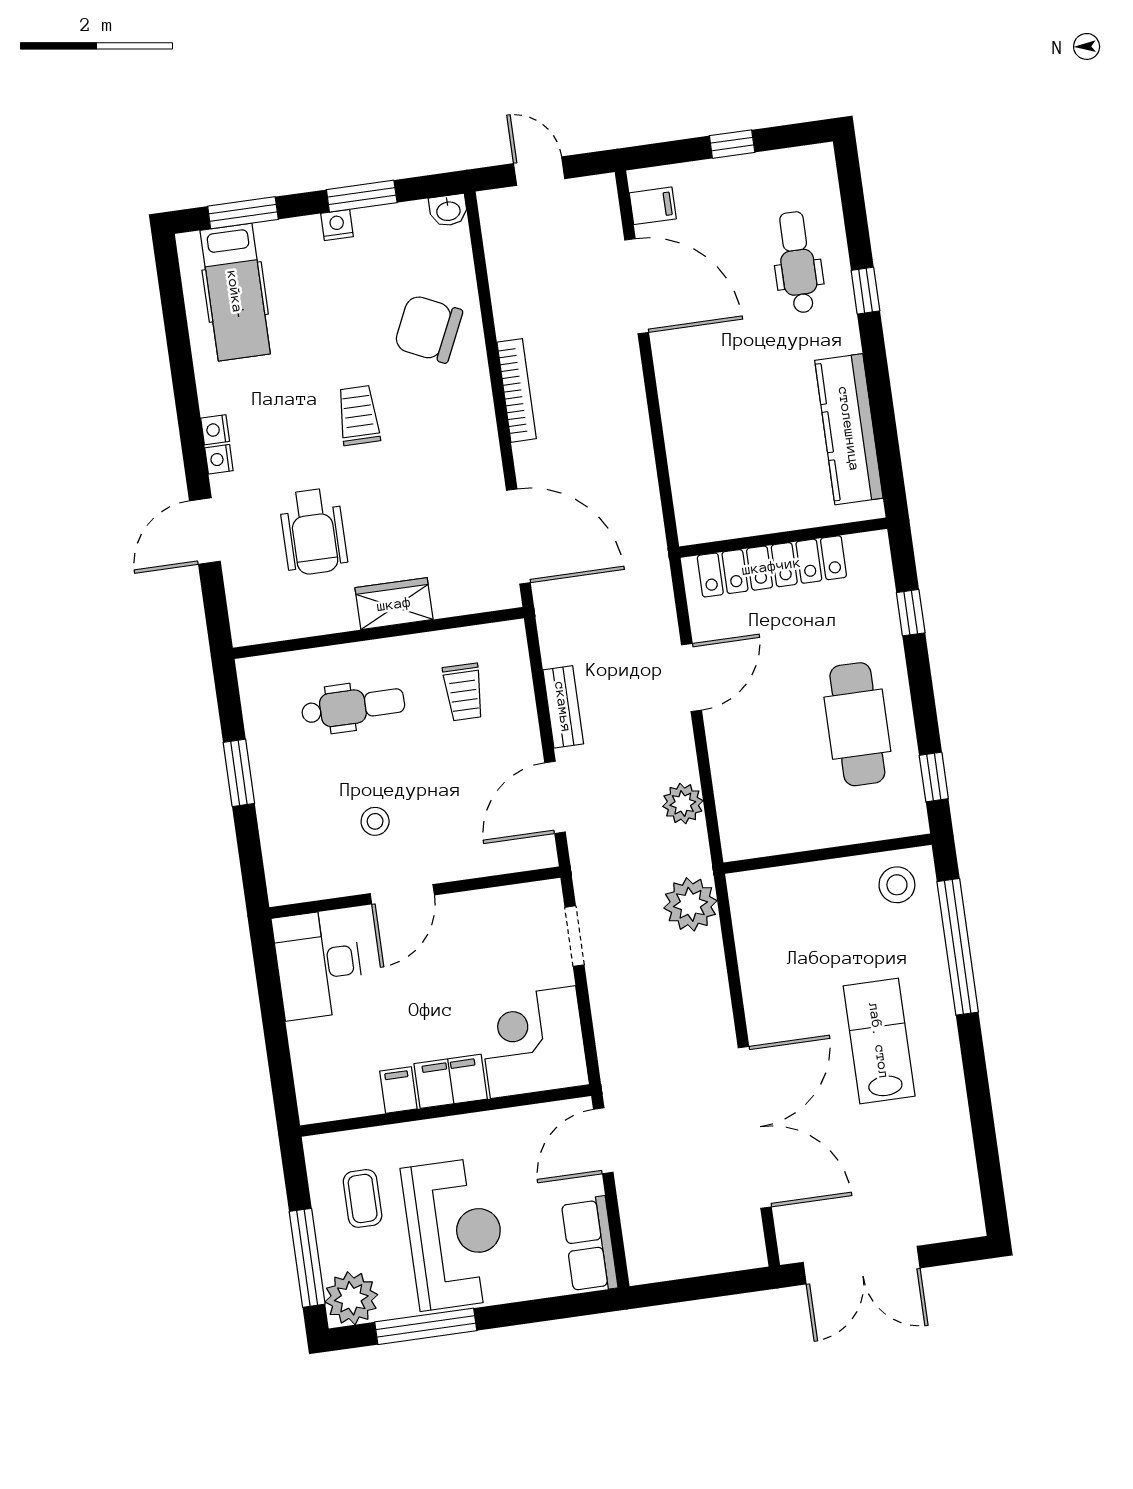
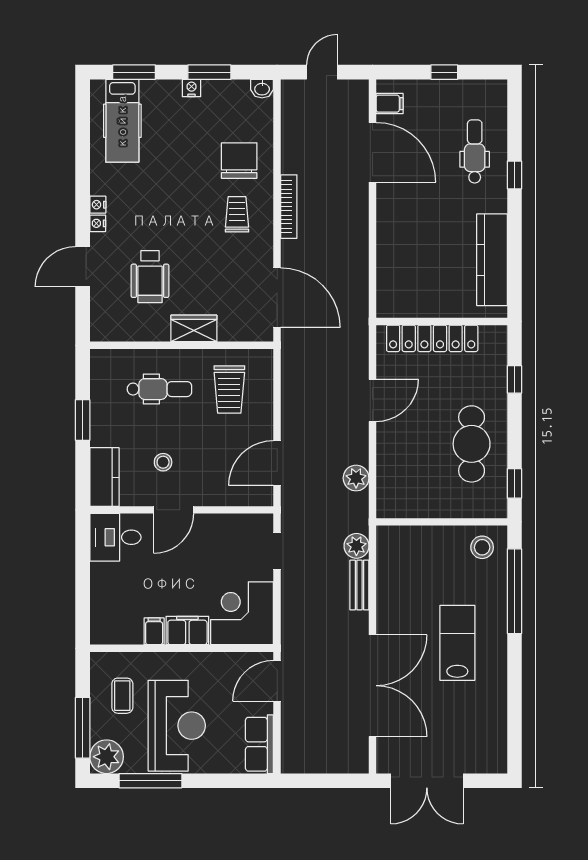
door: (539, 171) -> (322, 72), hinge flipped
chair: (428, 329) -> (239, 161), turned 65
trolley: (358, 415) -> (237, 214), moved
trolley: (463, 692) -> (229, 389), width x1.36, depth x1.39
bench: (563, 707) -> (359, 585), moved
kitchen counter: (286, 858) -> (104, 477), added
plant: (690, 904) -> (356, 546), width x0.73, depth x0.73
desk: (319, 964) -> (115, 537), width x0.73

